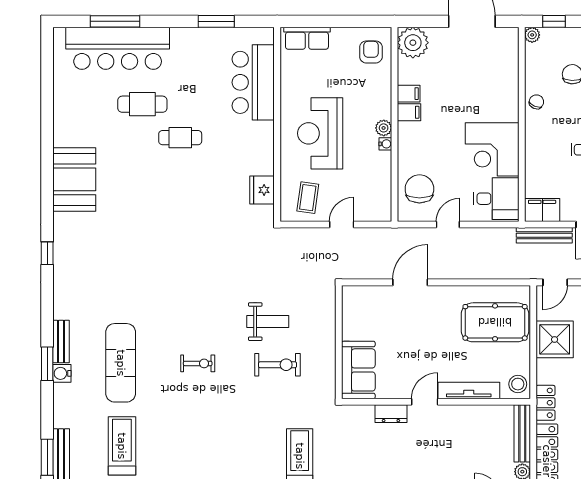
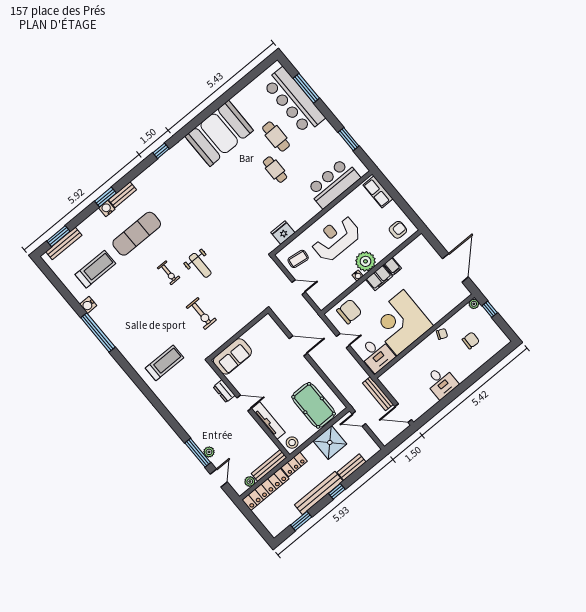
plant: (413, 43) -> (420, 247), removed
filing cabinet: (409, 112) -> (379, 278), width x2.00
plant: (384, 128) -> (365, 261), width x1.88, depth x1.88
corner desk: (492, 149) -> (400, 323), width x1.36, depth x1.36
booth: (74, 179) -> (219, 133), width x1.36, depth x1.42
filing cabinet: (542, 210) -> (390, 382), removed
weight bench: (268, 322) -> (200, 265), moved

